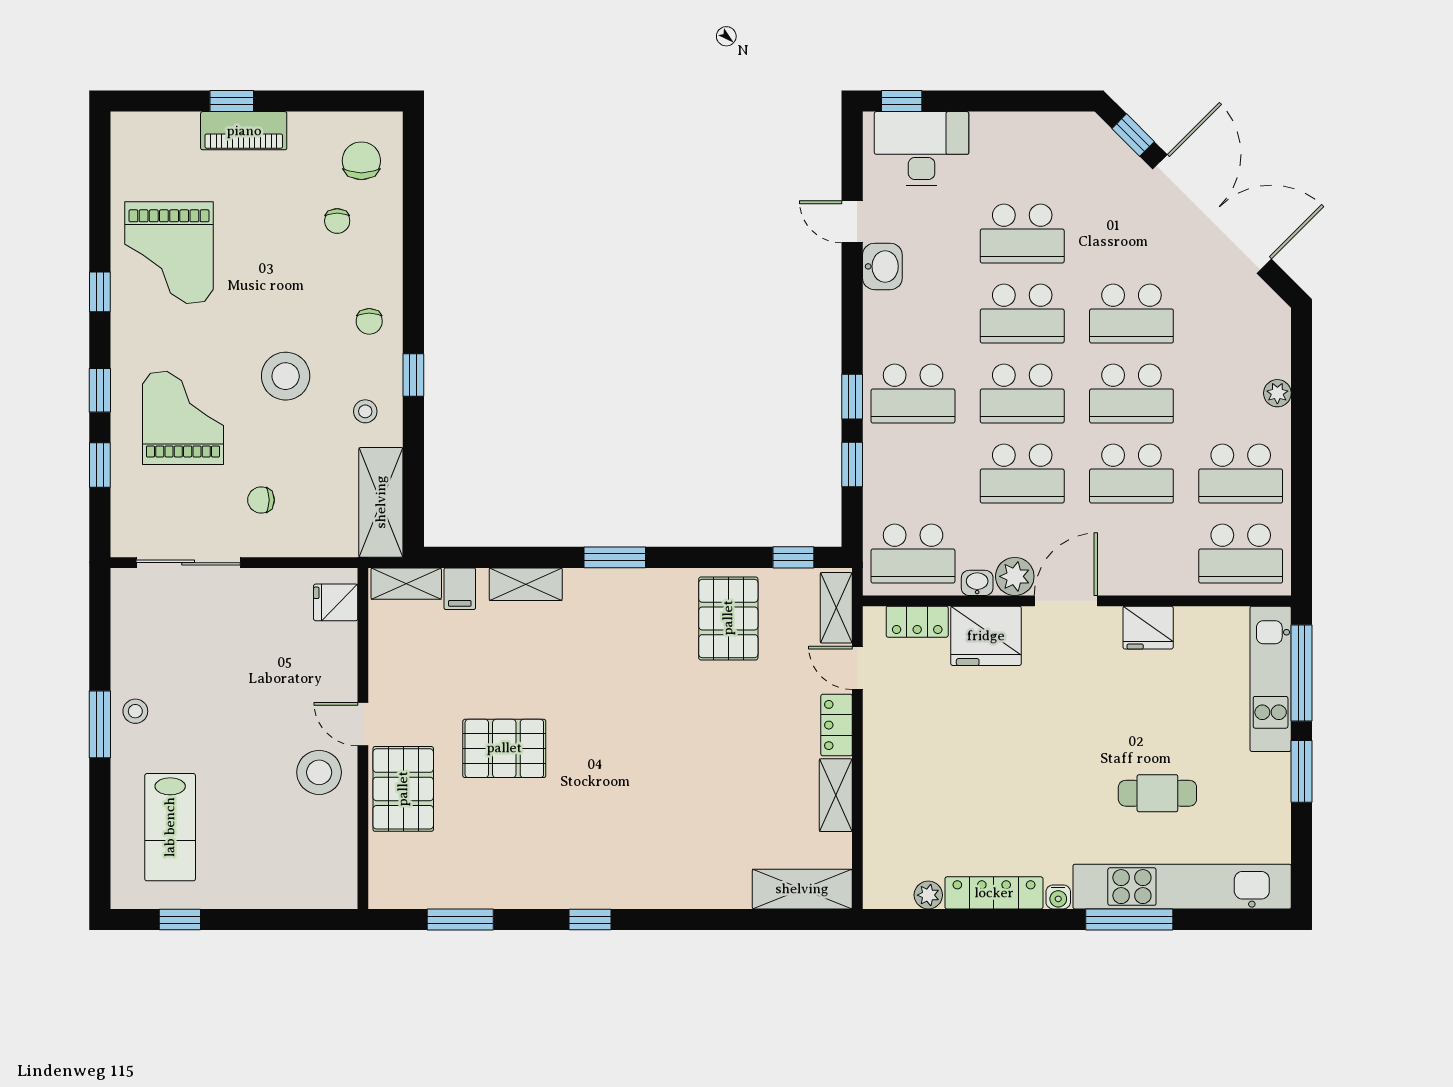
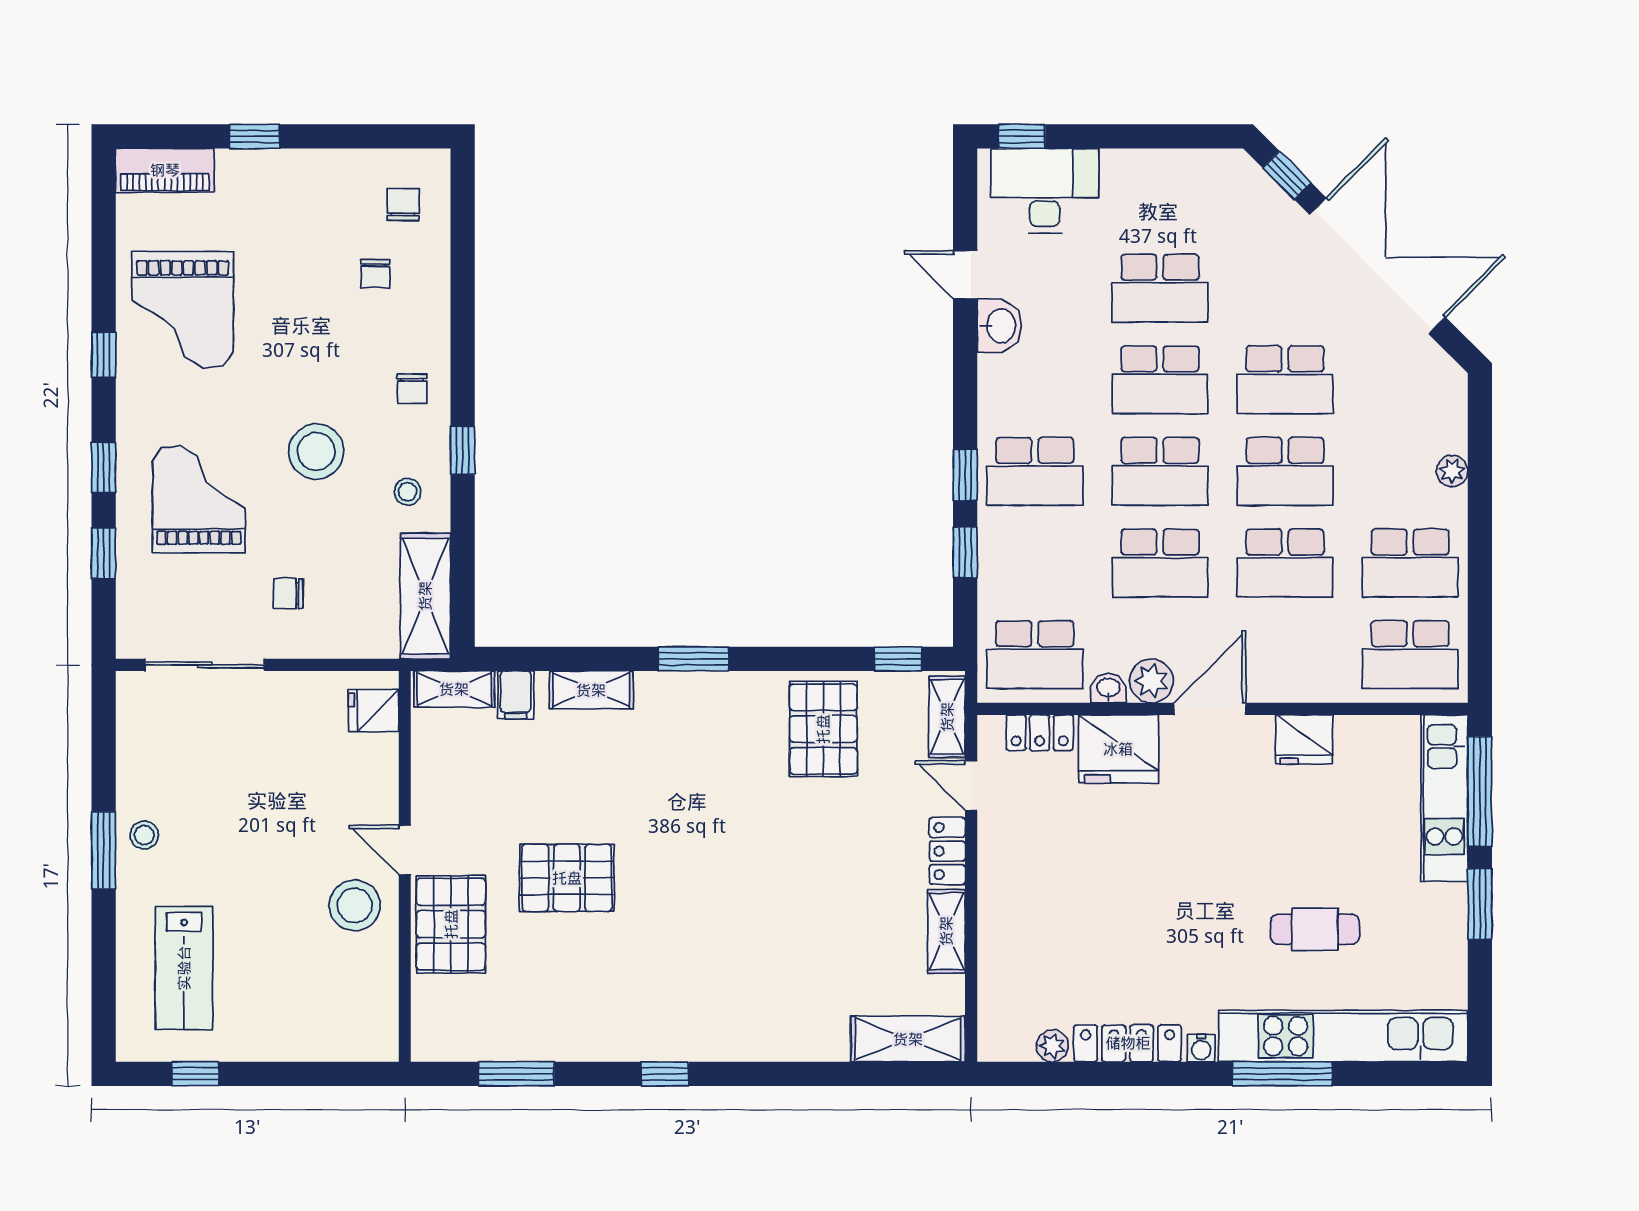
piano: (244, 131) -> (165, 170), moved
chair: (361, 161) -> (403, 205), width x0.73, depth x0.73

